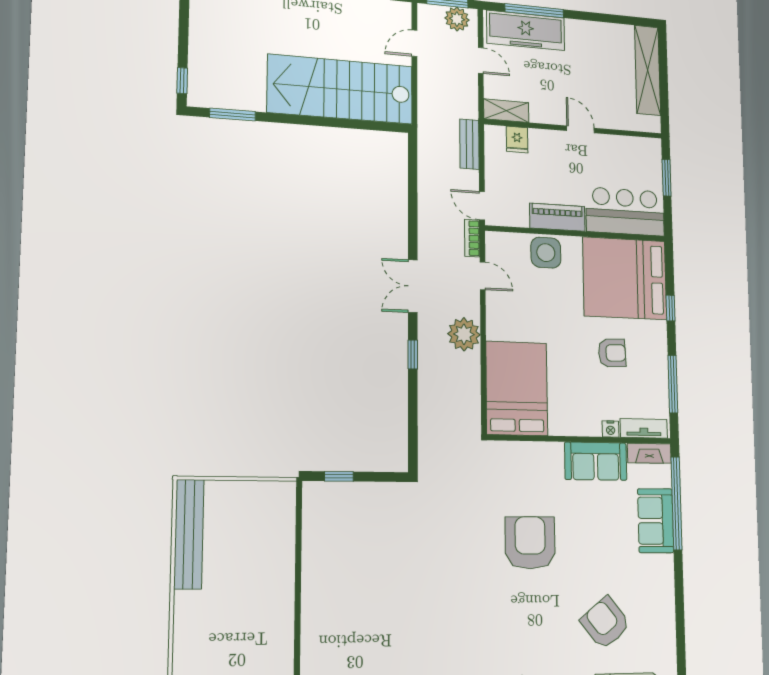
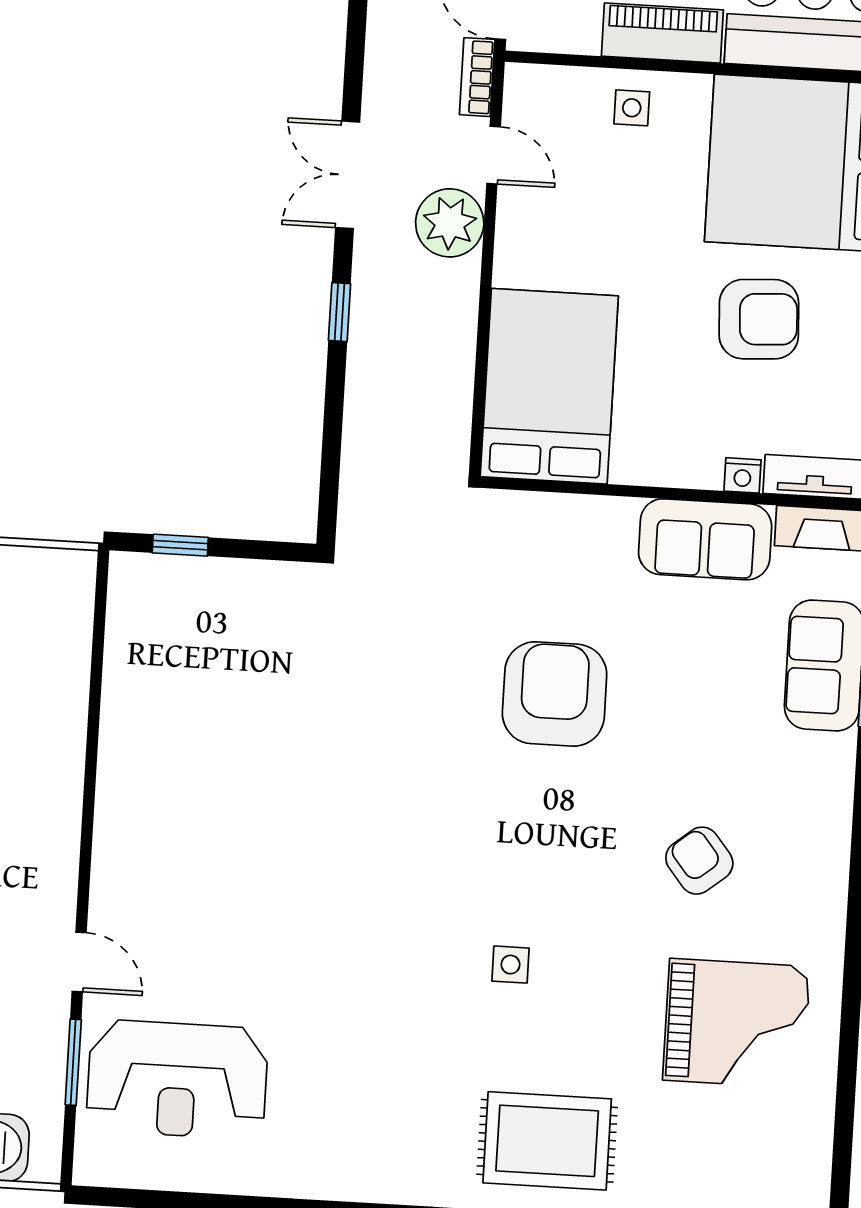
side table: (546, 253) -> (632, 108), width x0.54, depth x0.54
plant: (464, 334) -> (450, 223), moved
armchair: (612, 353) -> (759, 319), width x1.38, depth x1.38
armchair: (605, 623) -> (699, 861), width x0.72, depth x0.72

